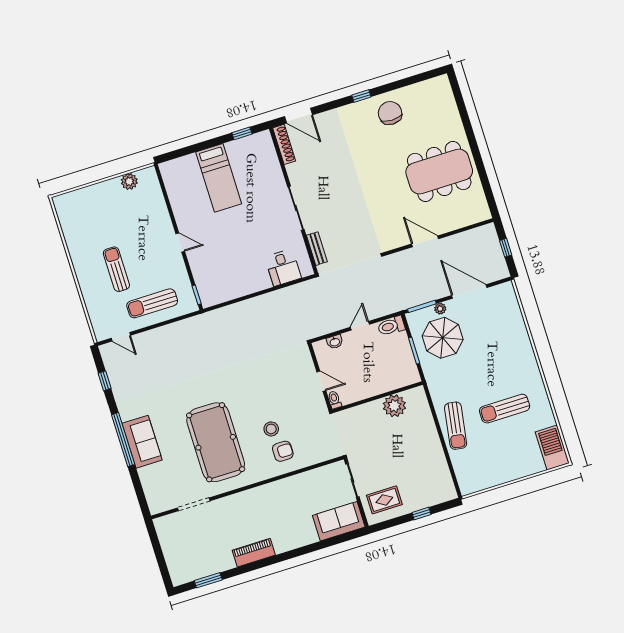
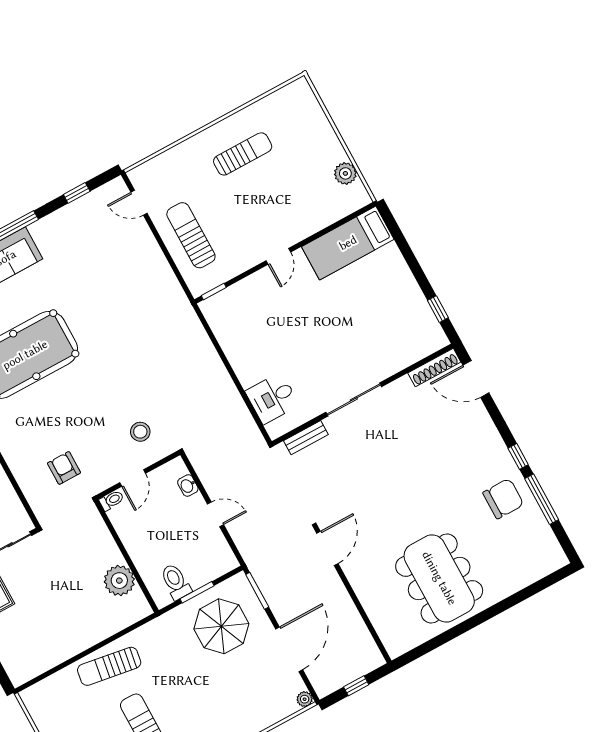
window: (396, 85) -> (542, 499), added
door: (299, 116) -> (476, 379), hinge flipped
bed: (219, 178) -> (348, 243), moved
door: (425, 241) -> (327, 548), moved
sun lounger: (116, 269) -> (243, 154), moved
plant: (440, 309) -> (305, 699), moved
toilet: (391, 326) -> (176, 582), moved
door: (121, 337) -> (139, 203), hinge flipped
stool: (271, 429) -> (140, 432), moved
armchair: (283, 451) -> (64, 468), moved, turned 180

